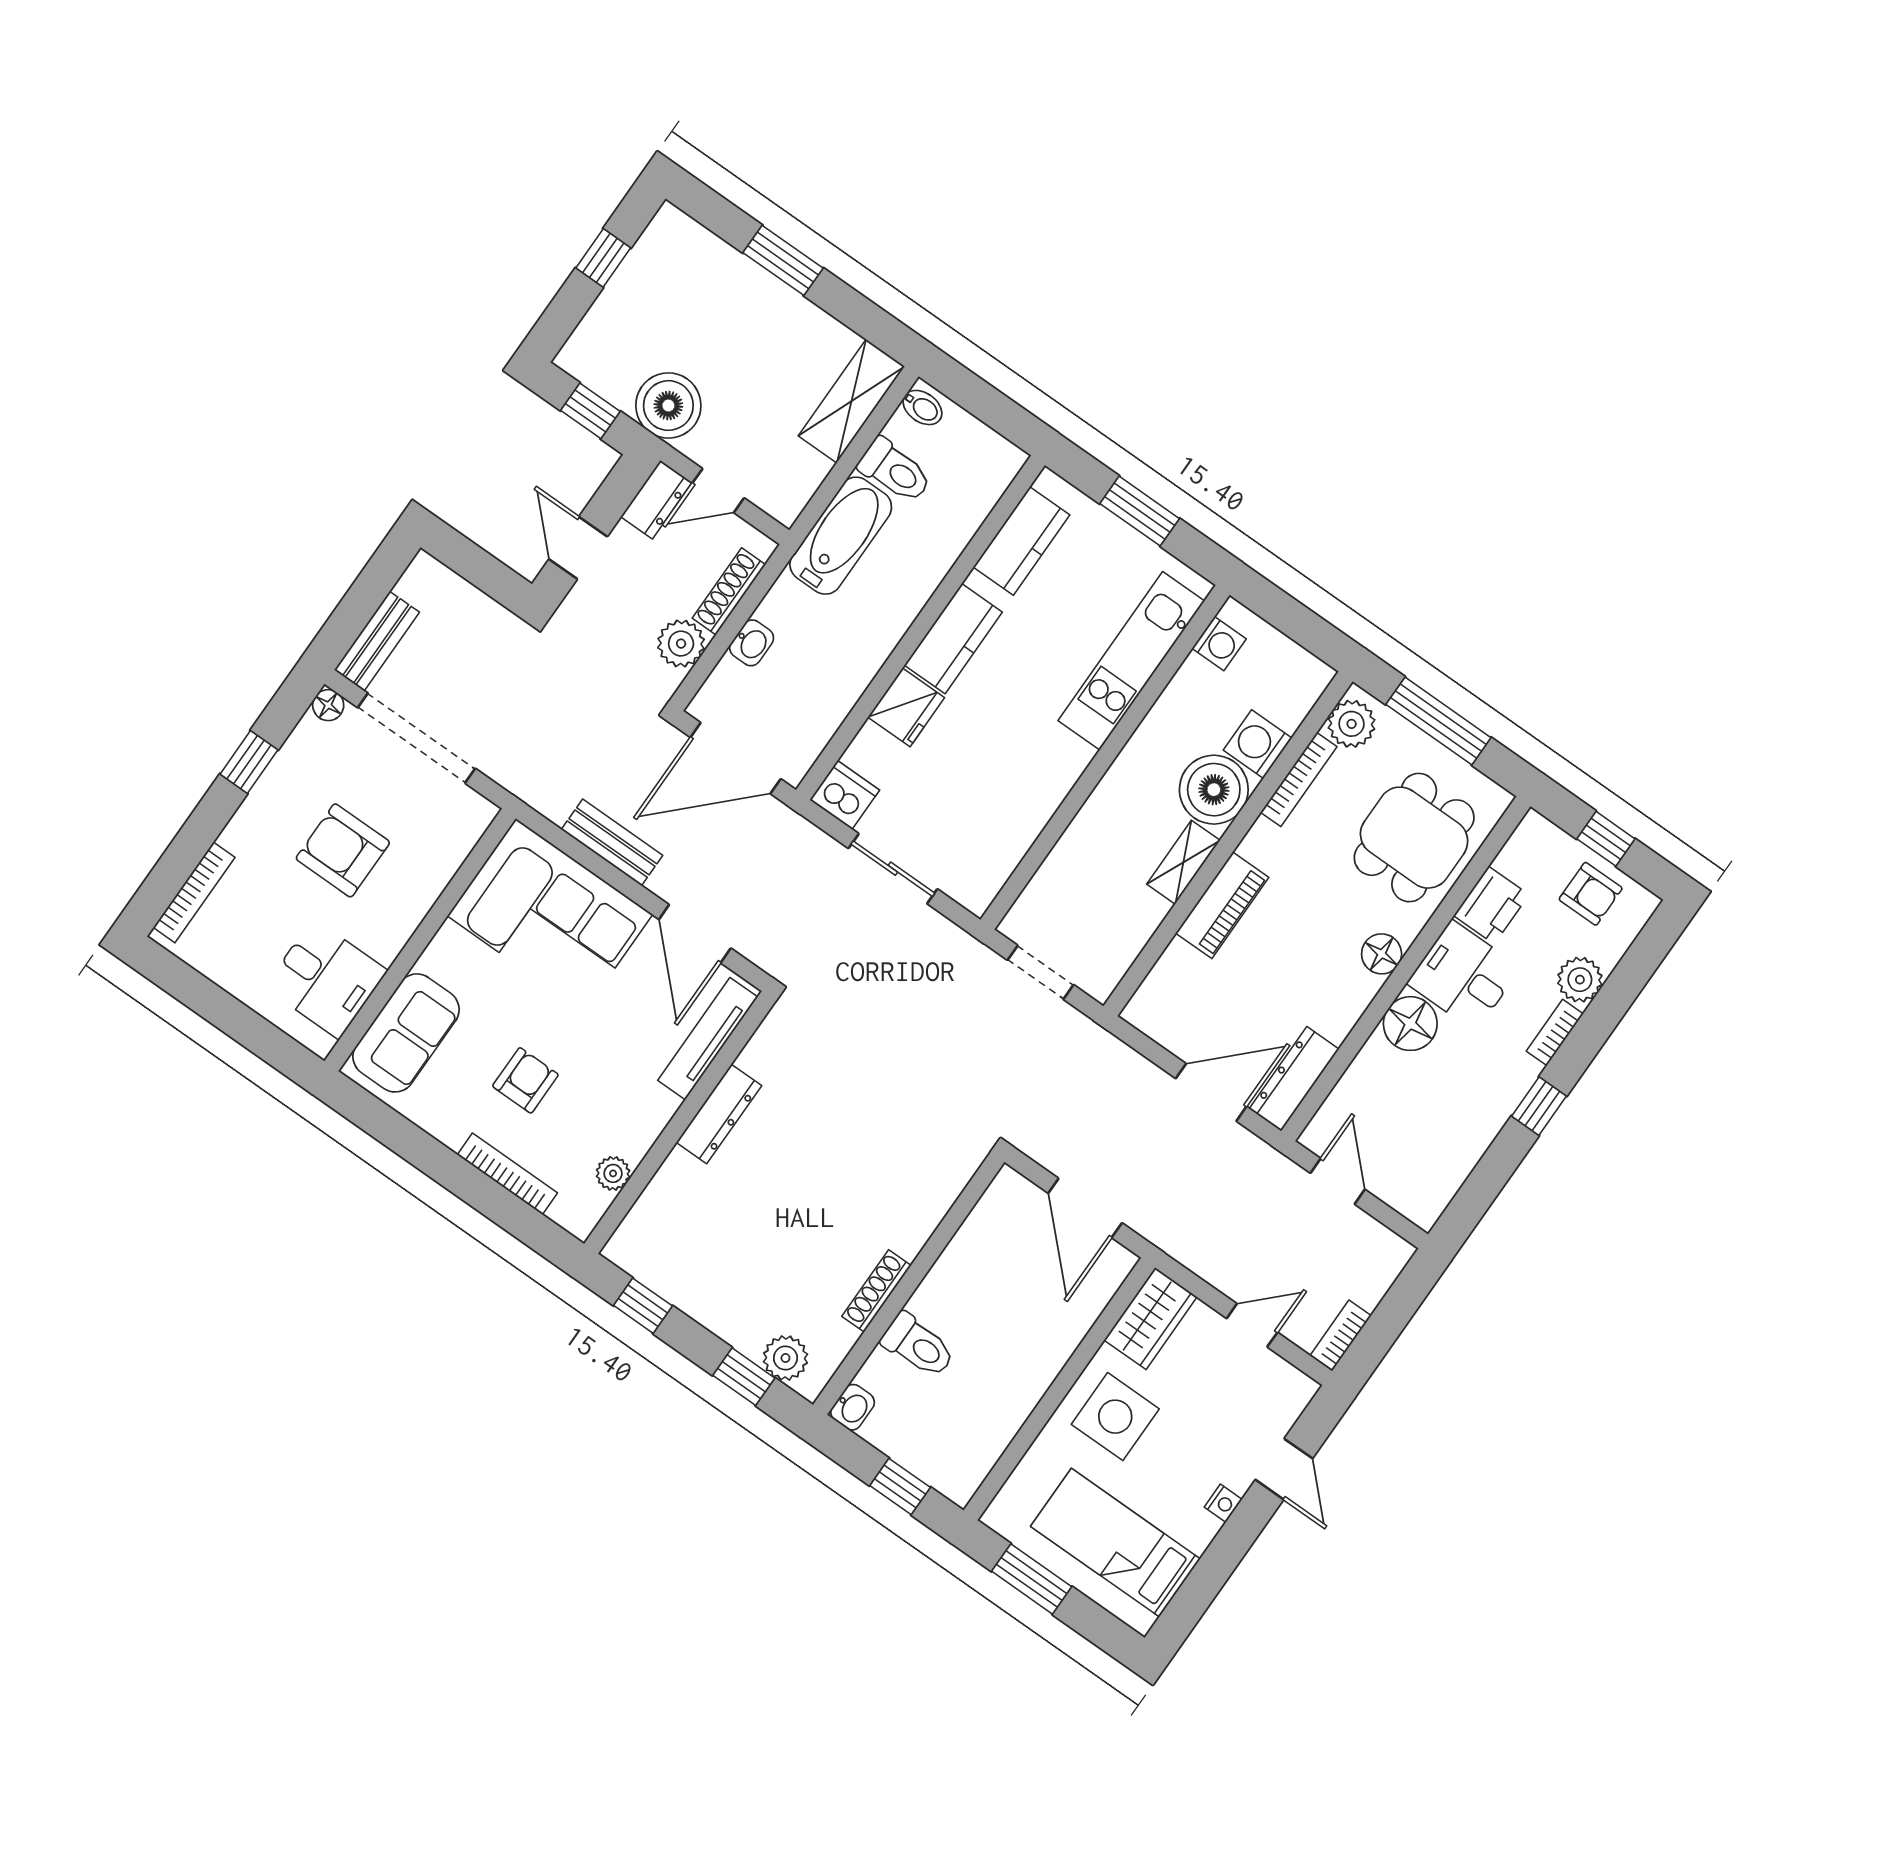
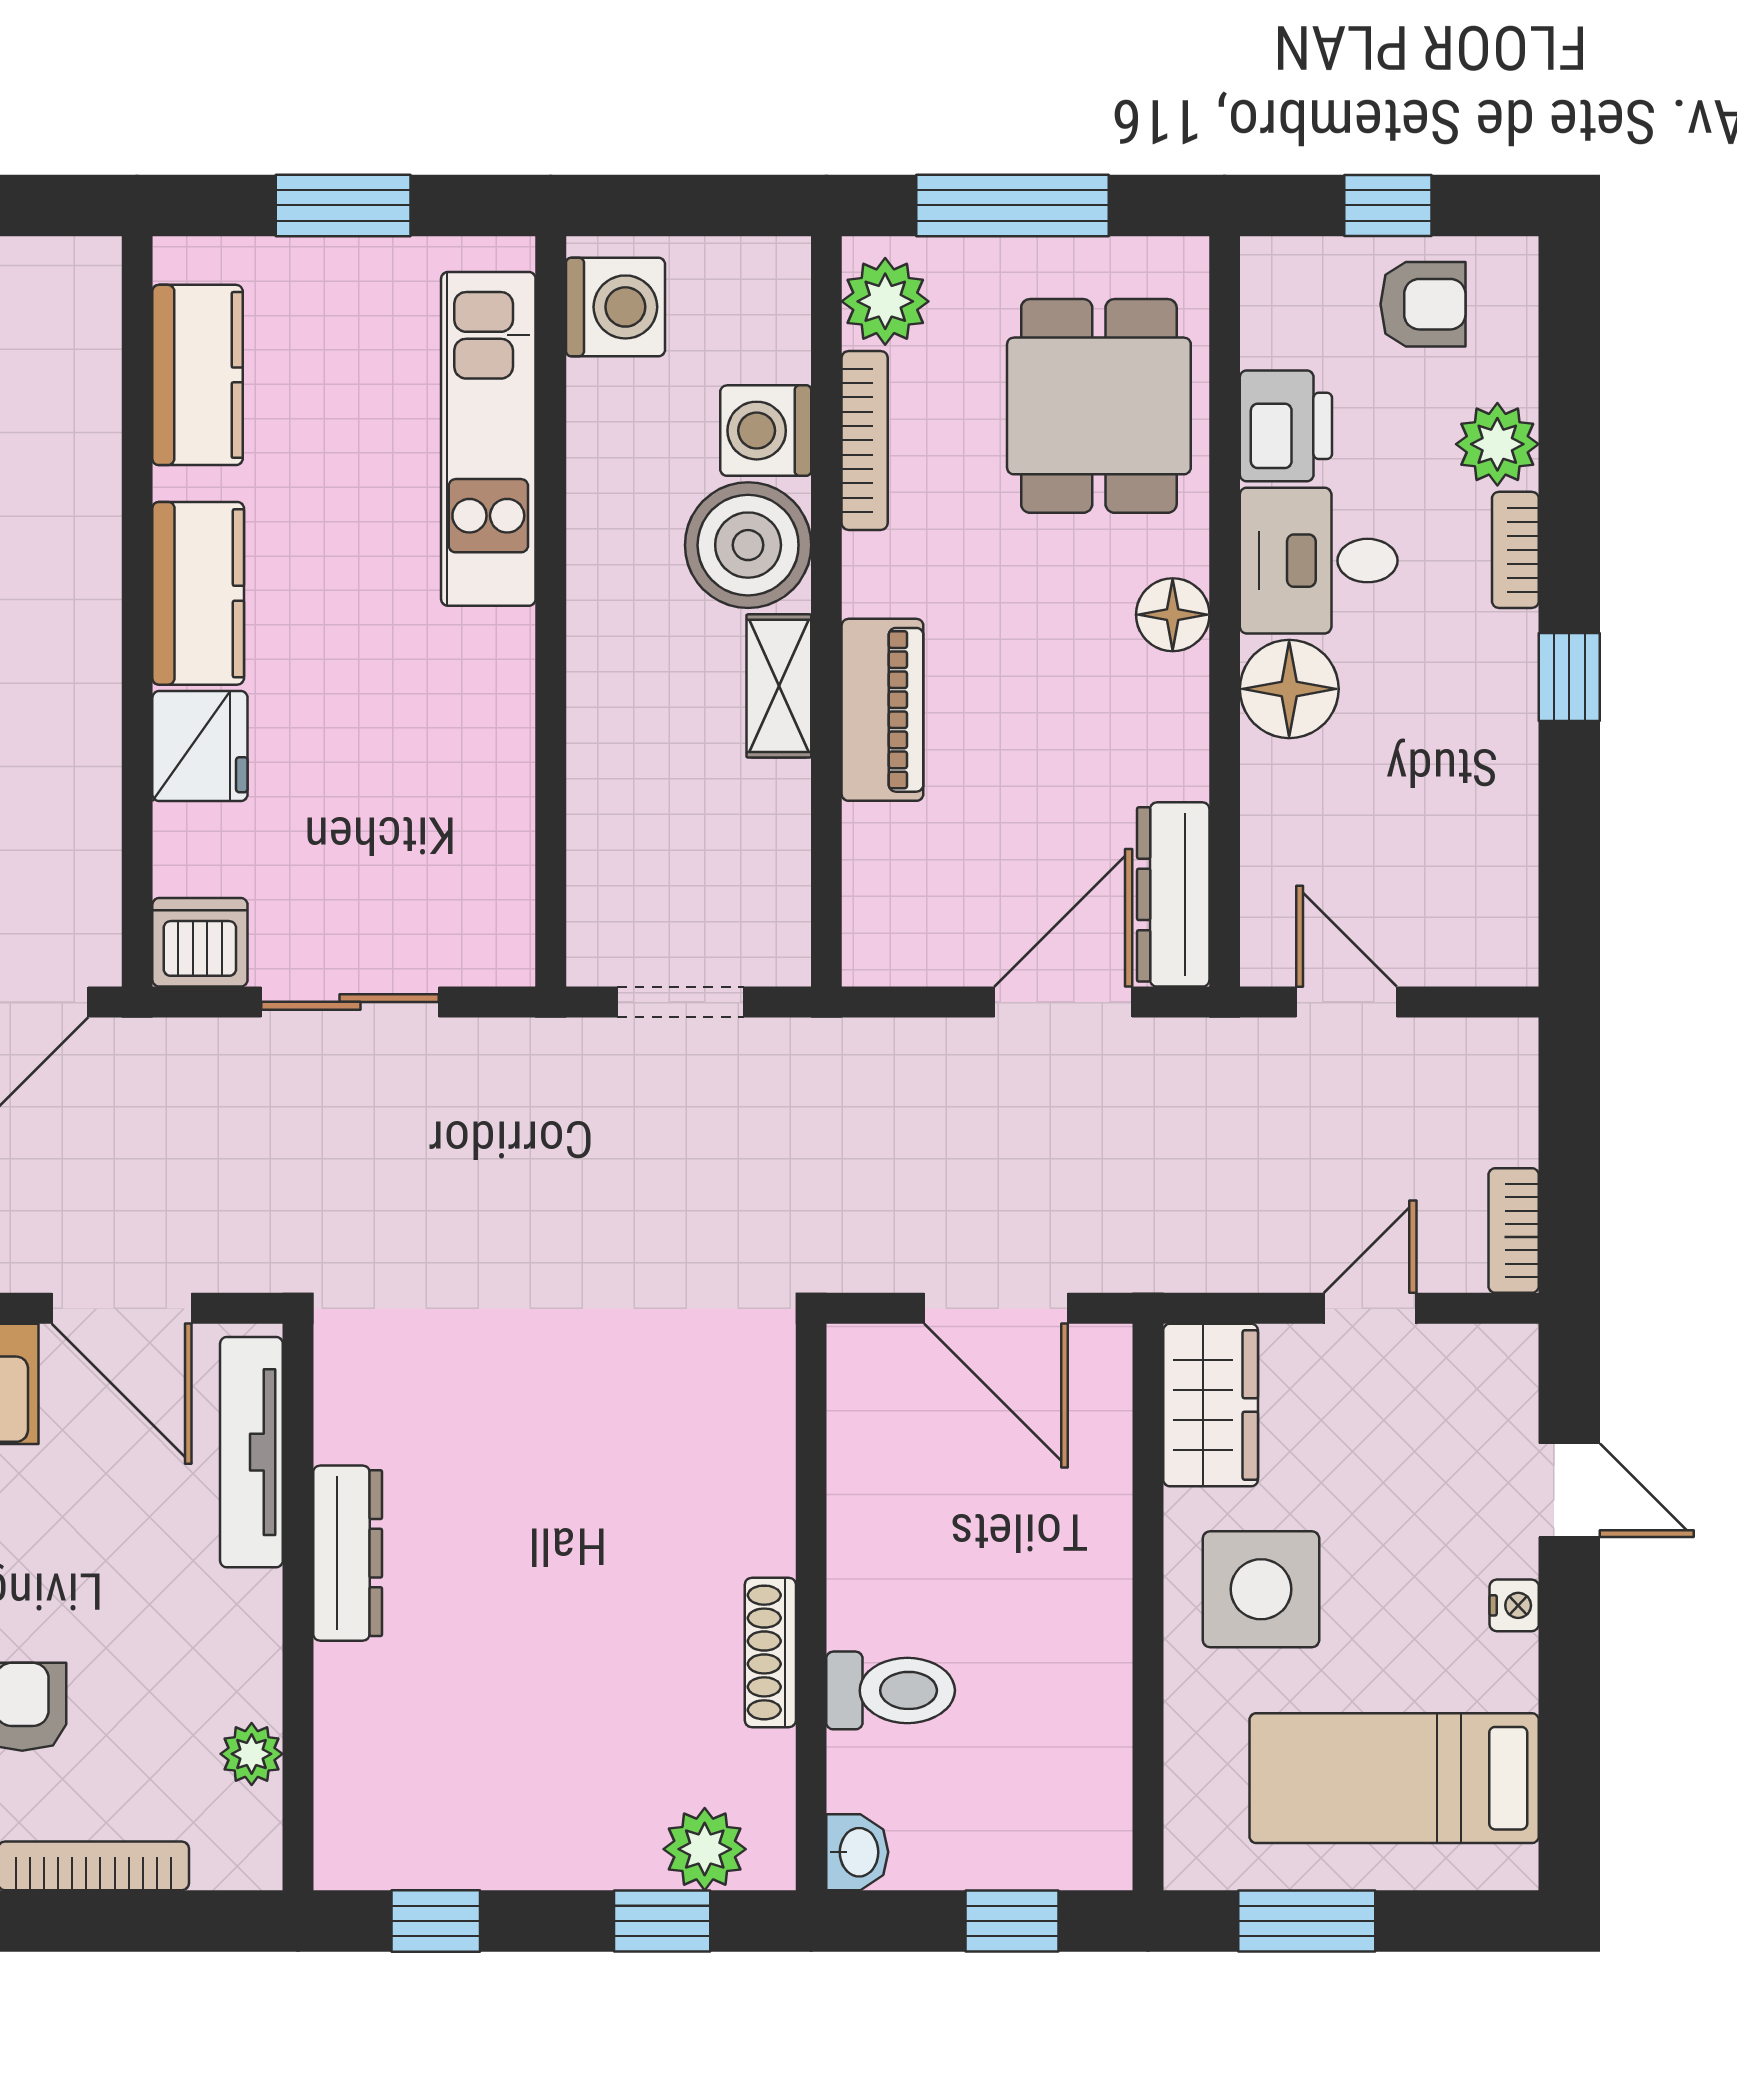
washing machine: (1219, 644) -> (615, 307), width x1.38, depth x1.38

